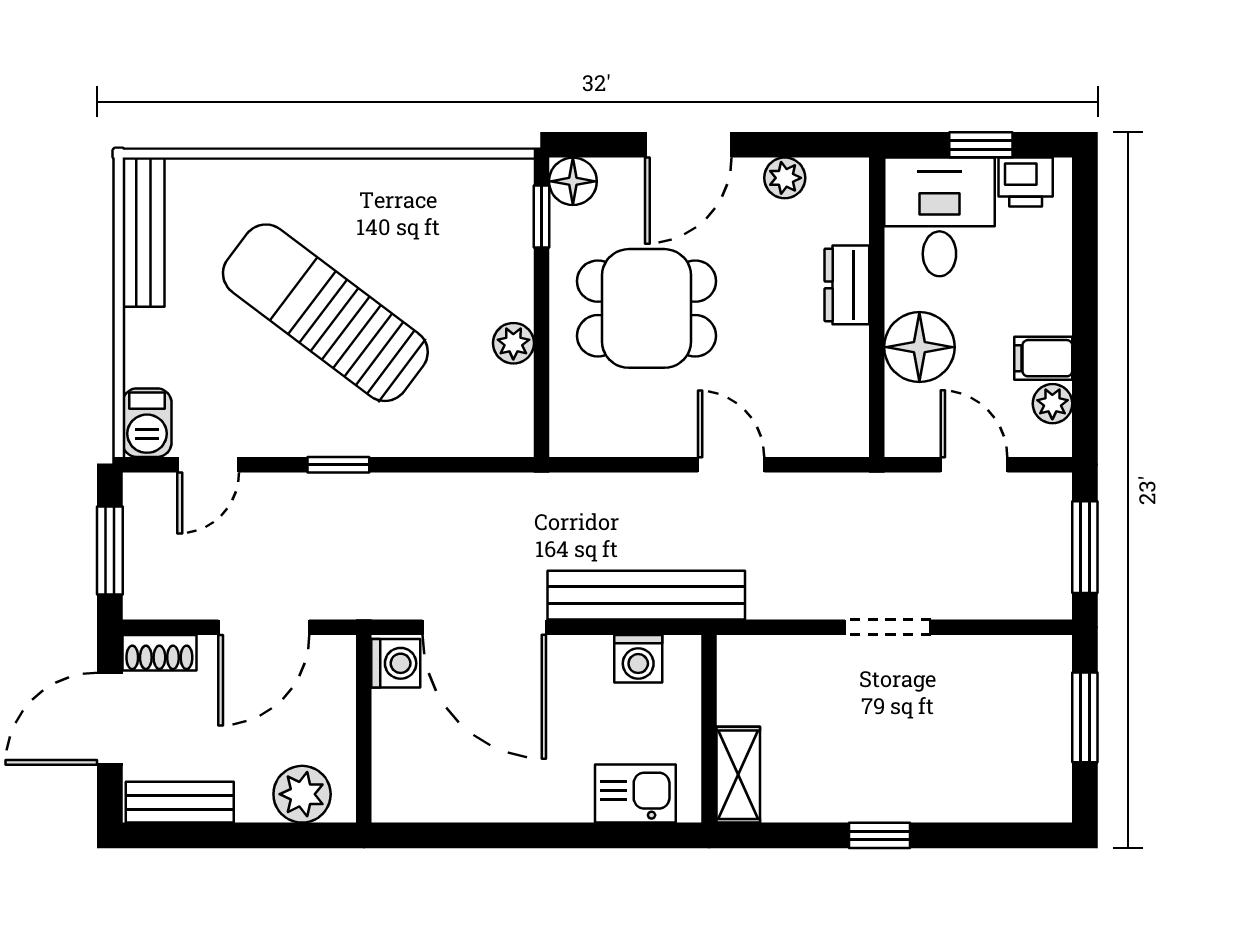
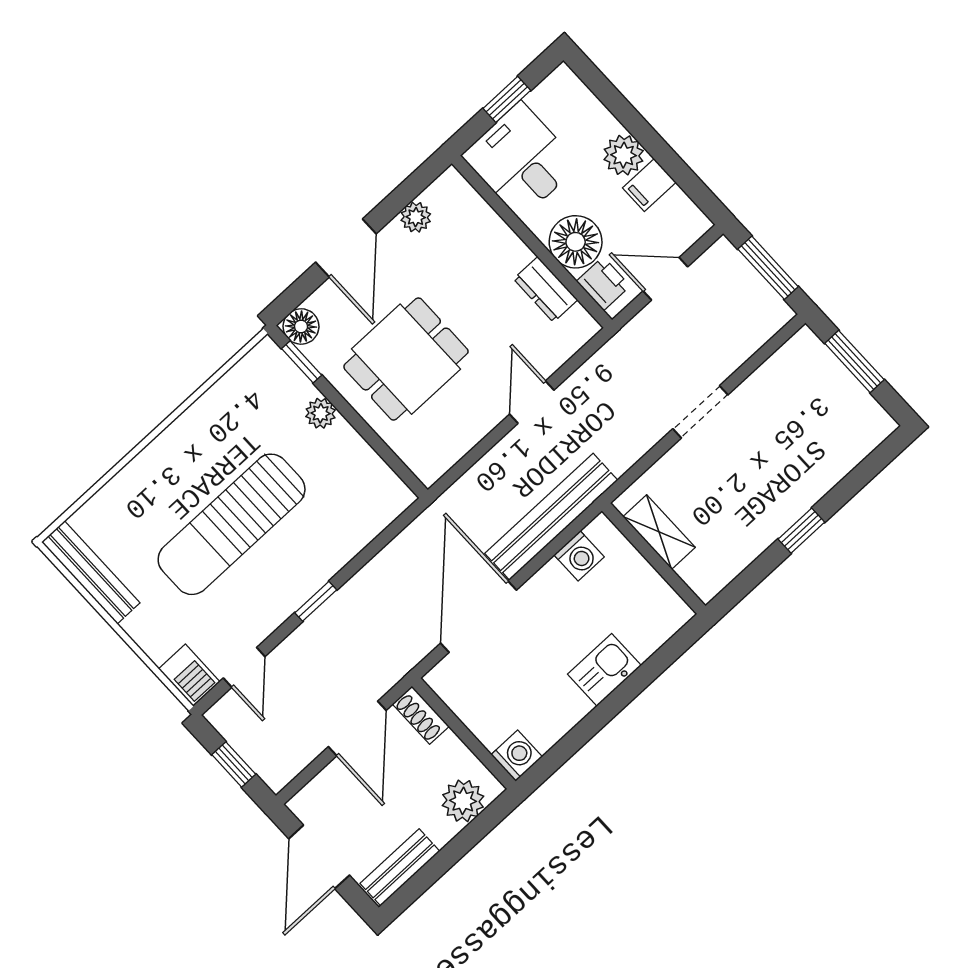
printer: (1026, 182) -> (603, 284), moved, turned -90
dresser: (847, 285) -> (546, 289), moved
sun lounger: (325, 313) -> (232, 524), turned -37
plant: (513, 343) -> (321, 413), moved
plant: (1052, 404) -> (624, 155), moved, width x1.38, depth x1.38
door: (731, 465) -> (532, 402), hinge flipped
window: (110, 551) -> (234, 764), width x0.67
door: (484, 627) -> (479, 617), swing flipped
shoe rack: (159, 653) -> (421, 715), moved, turned 90
washing machine: (396, 663) -> (517, 756), moved
shelving: (738, 775) -> (659, 532), moved
kitchen sink: (635, 794) -> (604, 670), moved

